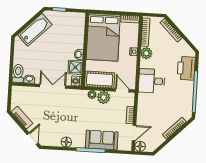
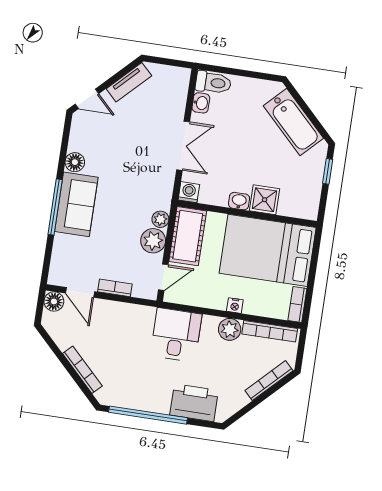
shower: (75, 67) -> (265, 200), moved
sofa: (102, 140) -> (76, 204), moved

